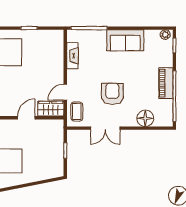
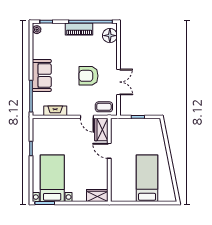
sofa: (125, 40) -> (42, 75), moved
floor lamp: (145, 118) -> (110, 36), moved

